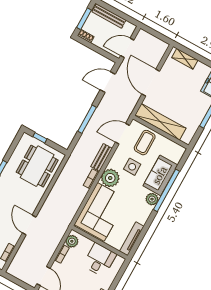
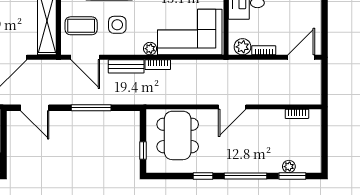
dining table: (37, 166) -> (178, 135), turned 90
plant: (110, 178) -> (150, 49), width x0.53, depth x0.53
door: (29, 225) -> (232, 107), moved

